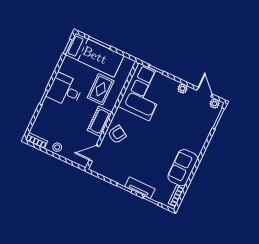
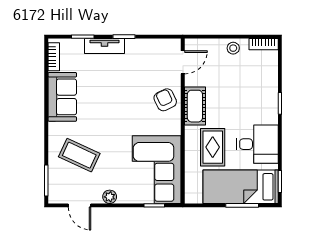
desk: (65, 90) -> (257, 144), moved
plant: (215, 104) -> (60, 197), removed
coffee table: (189, 125) -> (79, 155), added
armchair: (117, 134) -> (165, 100), turned 123

